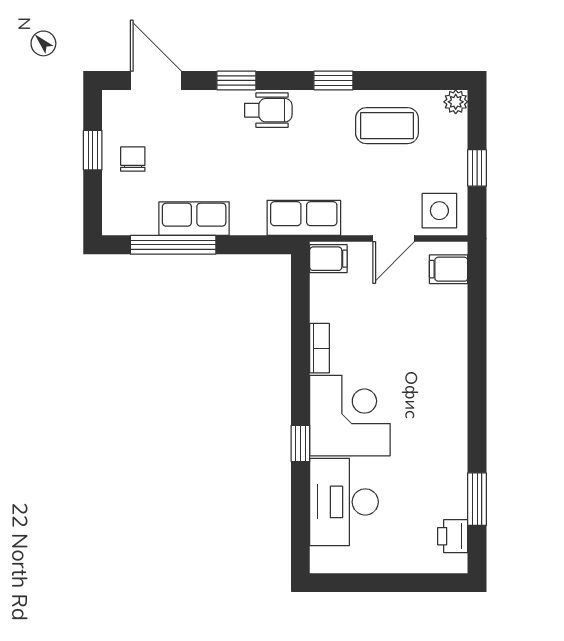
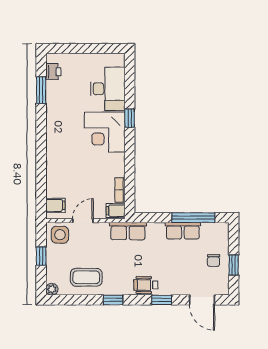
bookcase: (320, 348) -> (120, 190), moved

